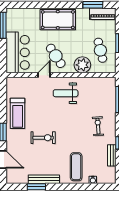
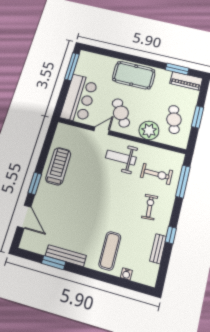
treadmill: (18, 113) -> (58, 166), turned 180
exercise bike: (43, 138) -> (156, 174), moved

